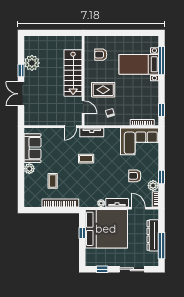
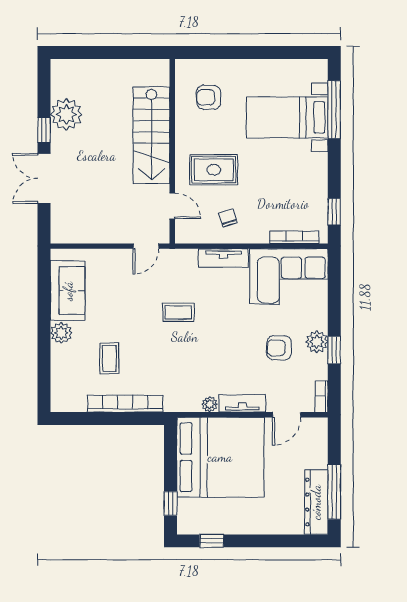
tv unit: (92, 132) -> (223, 258), moved
plant: (153, 186) -> (317, 342), moved
door: (138, 208) -> (287, 415), swing flipped
window: (82, 233) -> (171, 504), moved
dresser: (153, 235) -> (316, 502), moved
sliding door: (132, 269) -> (273, 541), removed

